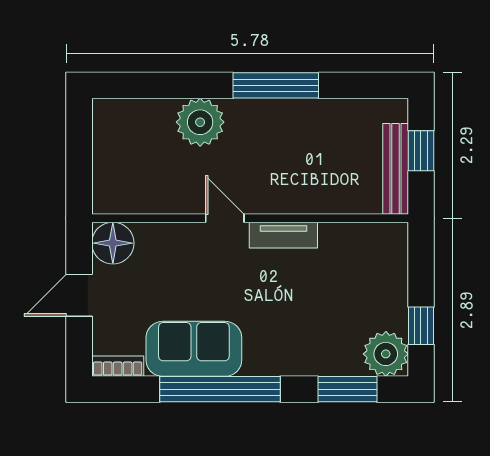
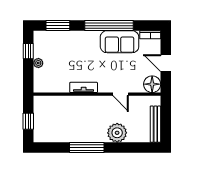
bench: (396, 169) -> (155, 124), moved
door: (225, 218) -> (121, 94), moved
door: (79, 295) -> (166, 63), swing flipped
plant: (386, 354) -> (38, 63), moved, width x0.53, depth x0.53

